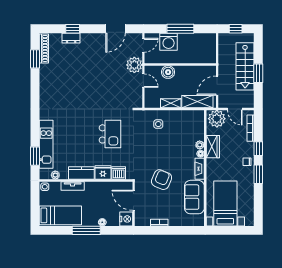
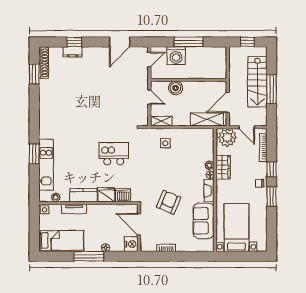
plant: (134, 65) -> (140, 80), removed
window: (258, 73) -> (272, 89), width x1.44
shelving: (171, 103) -> (161, 121), moved
kitchen island: (110, 134) -> (114, 154), turned -90
window: (35, 156) -> (34, 154), moved

